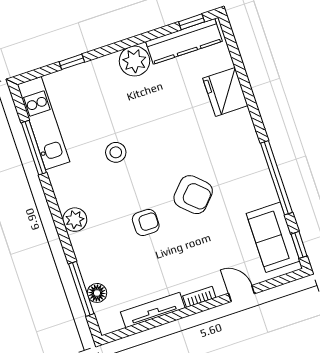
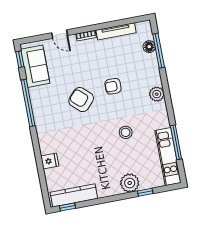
plant: (134, 61) -> (130, 183), moved
fridge: (225, 92) -> (50, 161), width x0.53, depth x0.75

